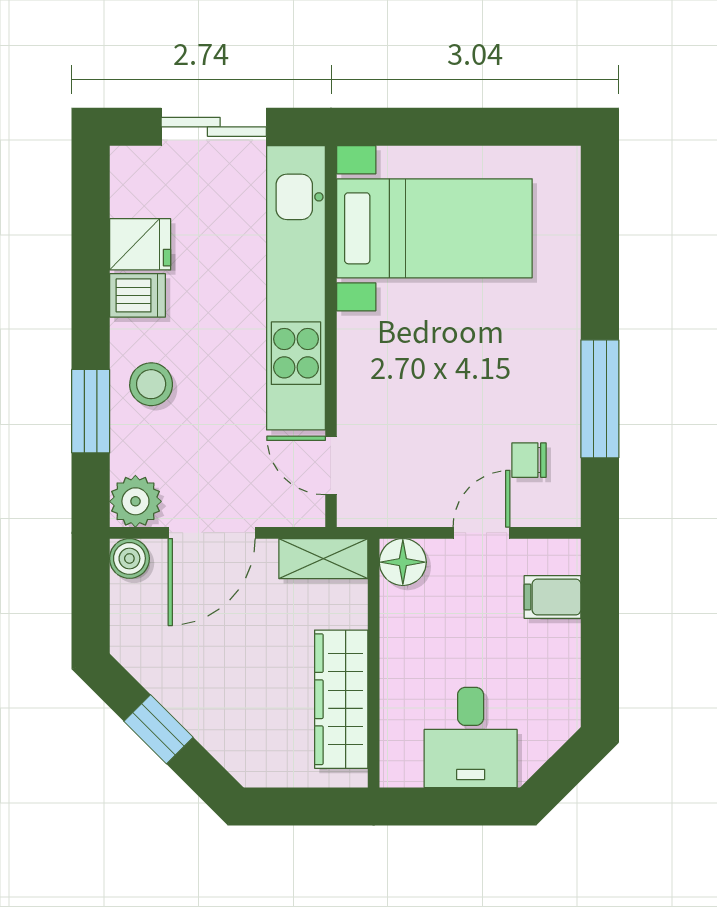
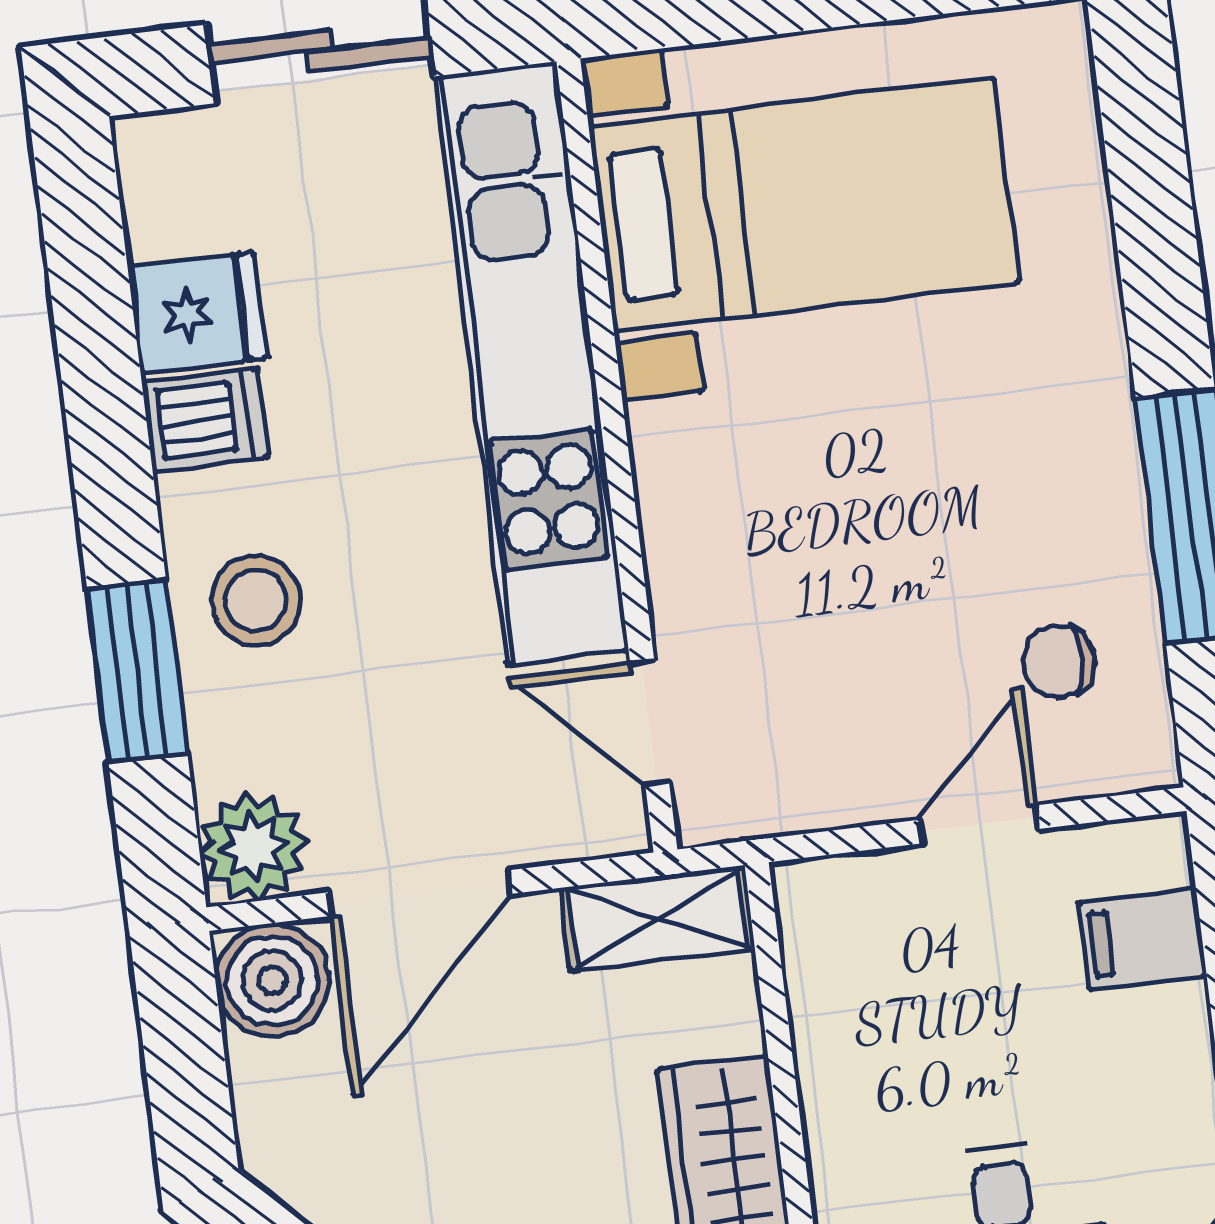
boiler: (129, 558) -> (272, 980), width x1.36, depth x1.36
floor lamp: (403, 562) -> (823, 905), removed

